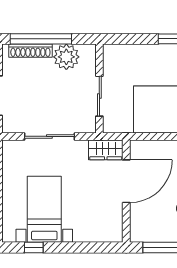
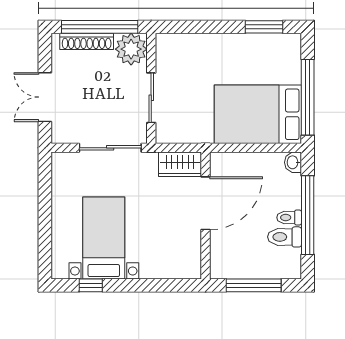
wall: (99, 89) -> (151, 88), moved
sliding door: (99, 96) -> (151, 98), moved

